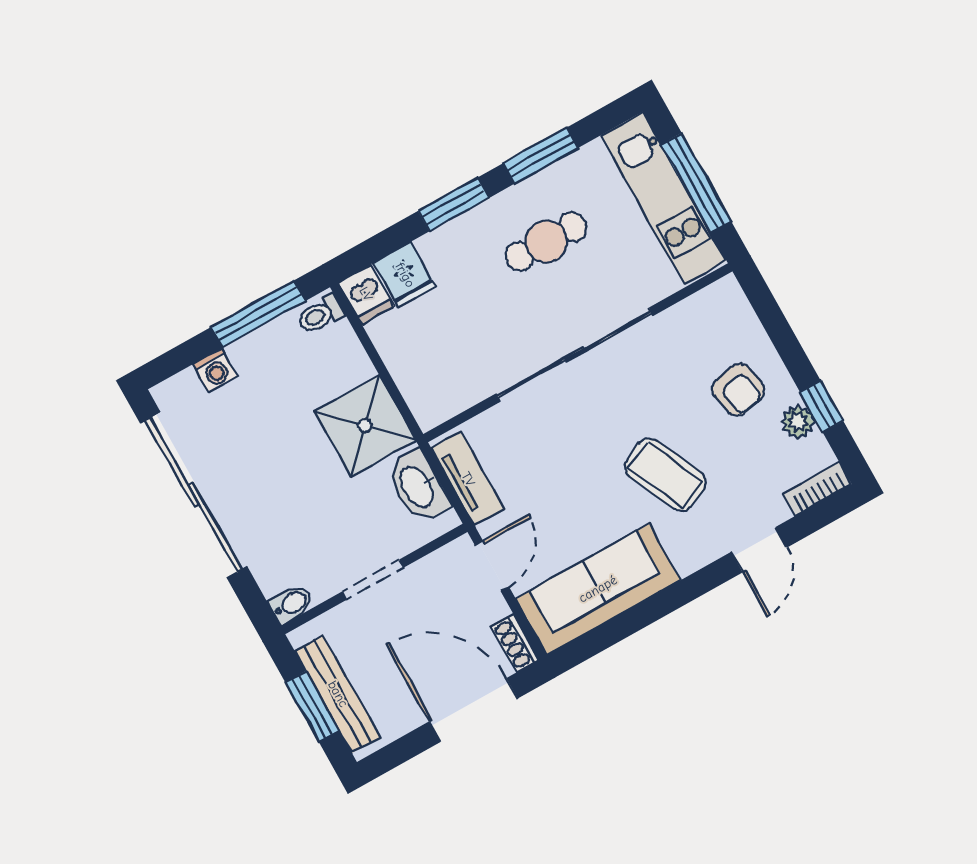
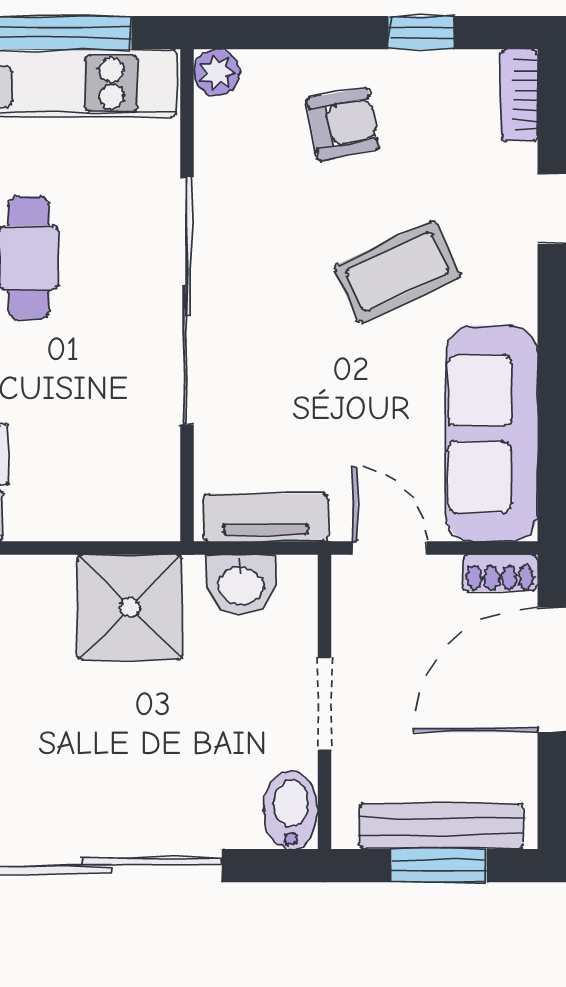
plant: (798, 422) -> (217, 72), moved
washbasin: (418, 486) -> (241, 584), width x0.72
bidet: (292, 604) -> (291, 810), width x1.38, depth x1.36

